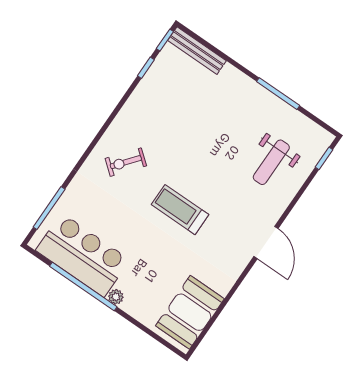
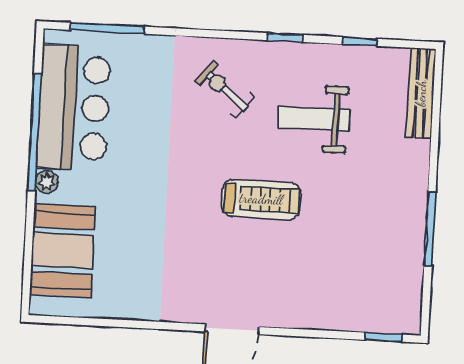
window: (165, 40) -> (285, 38), moved
weight bench: (271, 162) -> (314, 118), moved
treadmill: (180, 210) -> (261, 199), moved, turned 90
booth: (190, 312) -> (63, 251), moved, turned 90

